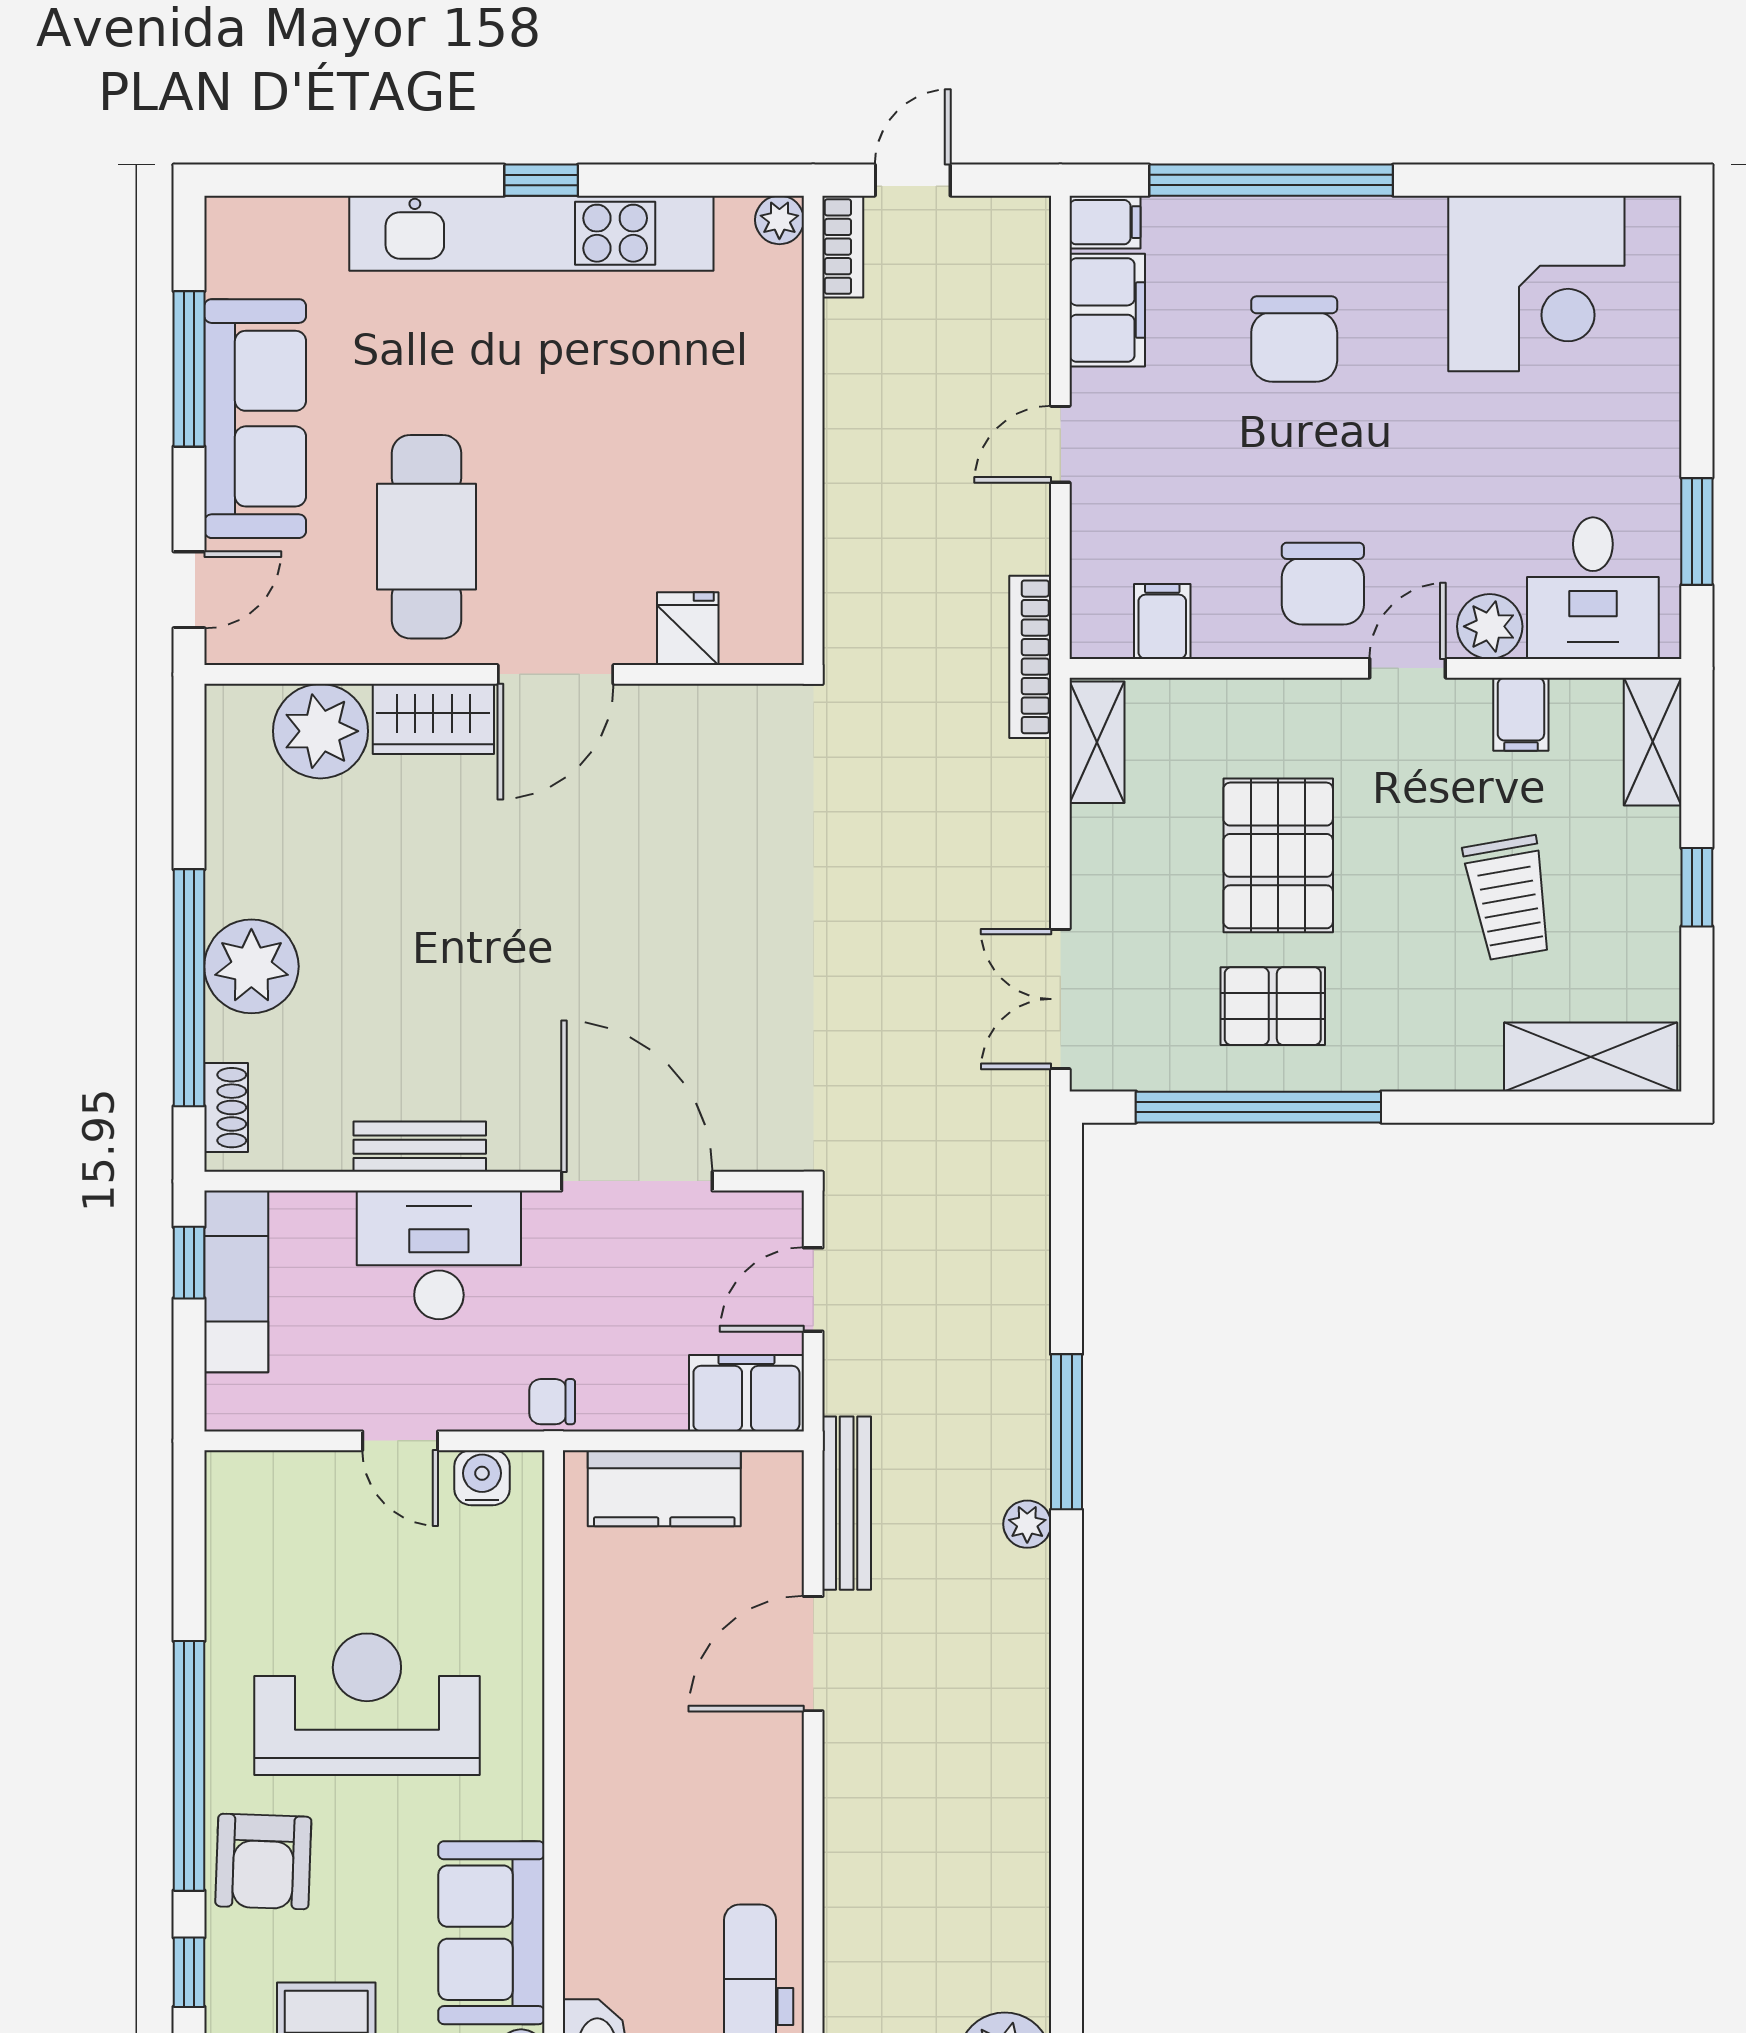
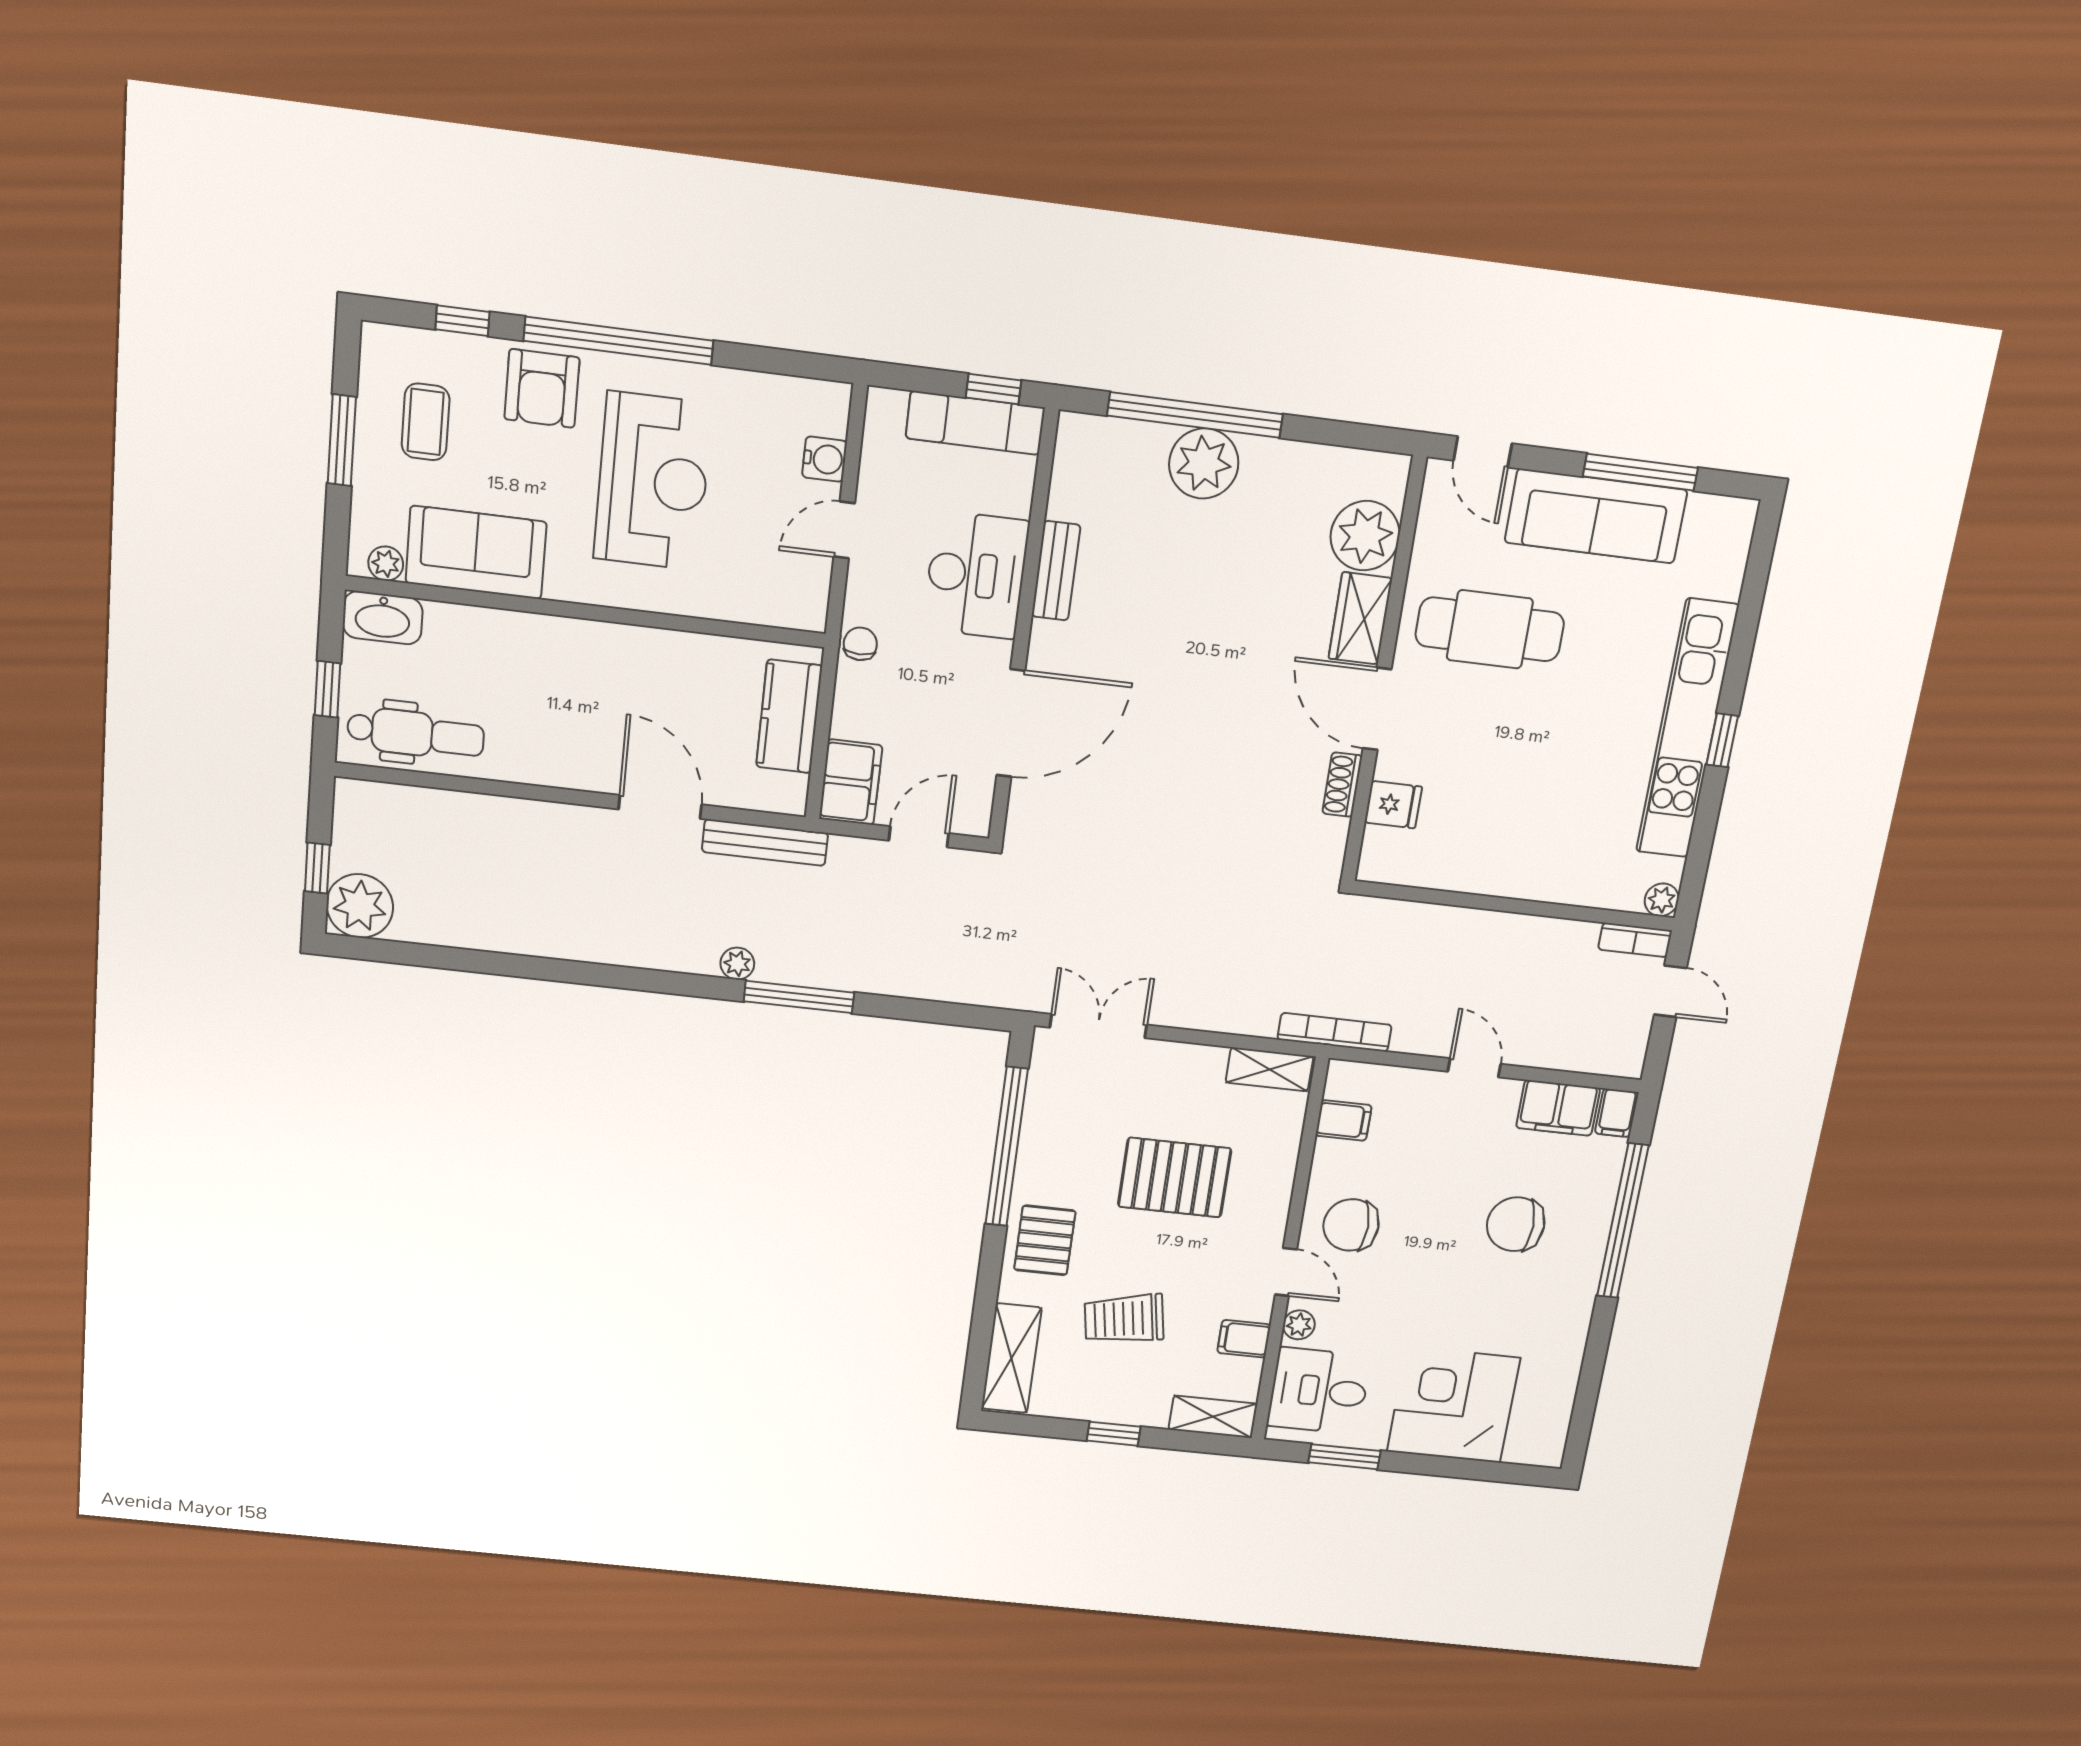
corner desk: (1536, 283) -> (1453, 1405), moved, turned 90
plant: (1490, 626) -> (1299, 1325), width x0.73, depth x0.73
pallet: (1273, 1006) -> (1045, 1240), moved
shoe rack: (226, 1108) -> (1342, 785), moved, turned 90
door: (813, 1289) -> (919, 837), hinge flipped
water cooler: (482, 1478) -> (824, 459), moved
armchair: (263, 1862) -> (542, 388), turned -92

